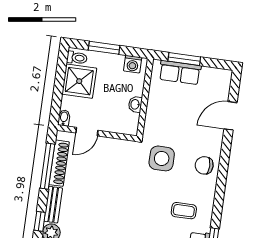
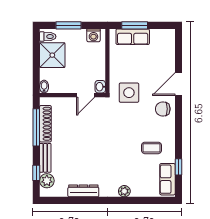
washbasin: (135, 104) -> (100, 87), moved
door: (231, 116) -> (178, 84), moved
door: (87, 132) -> (86, 95), moved
side table: (162, 158) -> (129, 93), moved

